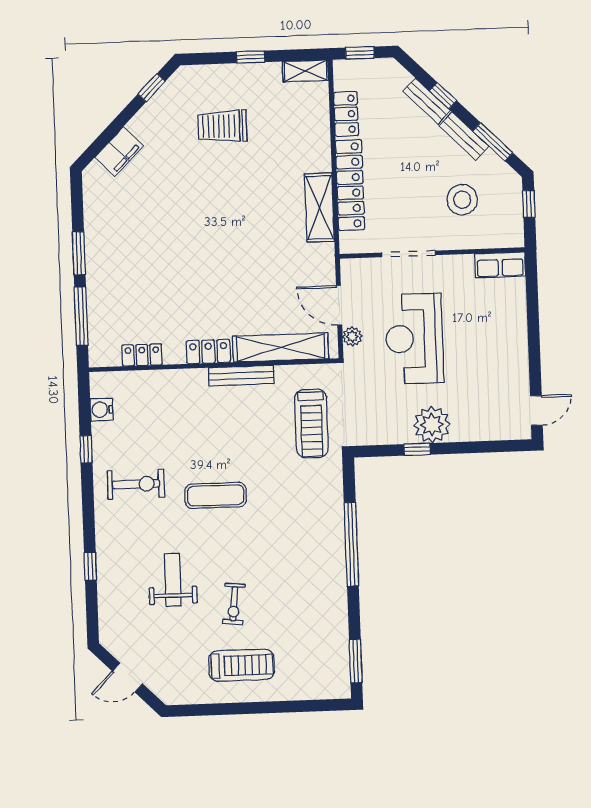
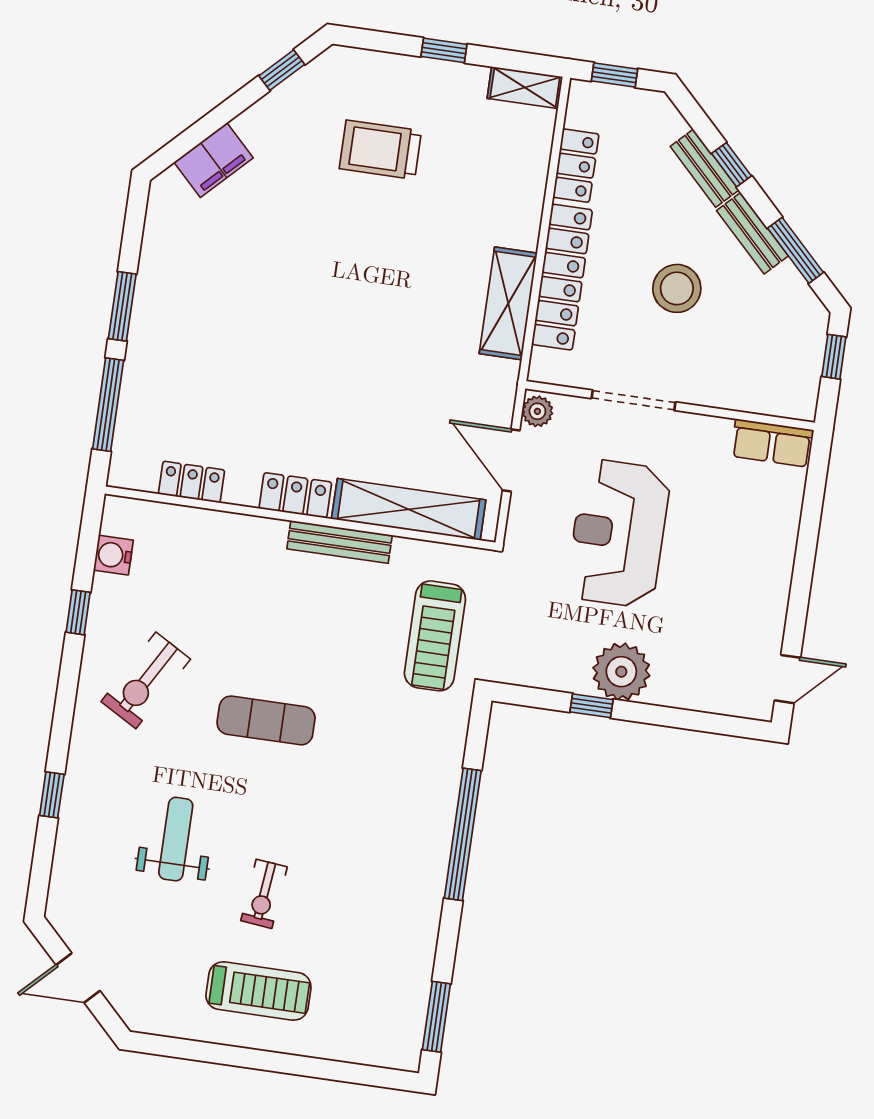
stool: (462, 200) -> (677, 288), moved
plant: (352, 336) -> (537, 411), moved
exercise bike: (136, 484) -> (146, 680), turned 120

